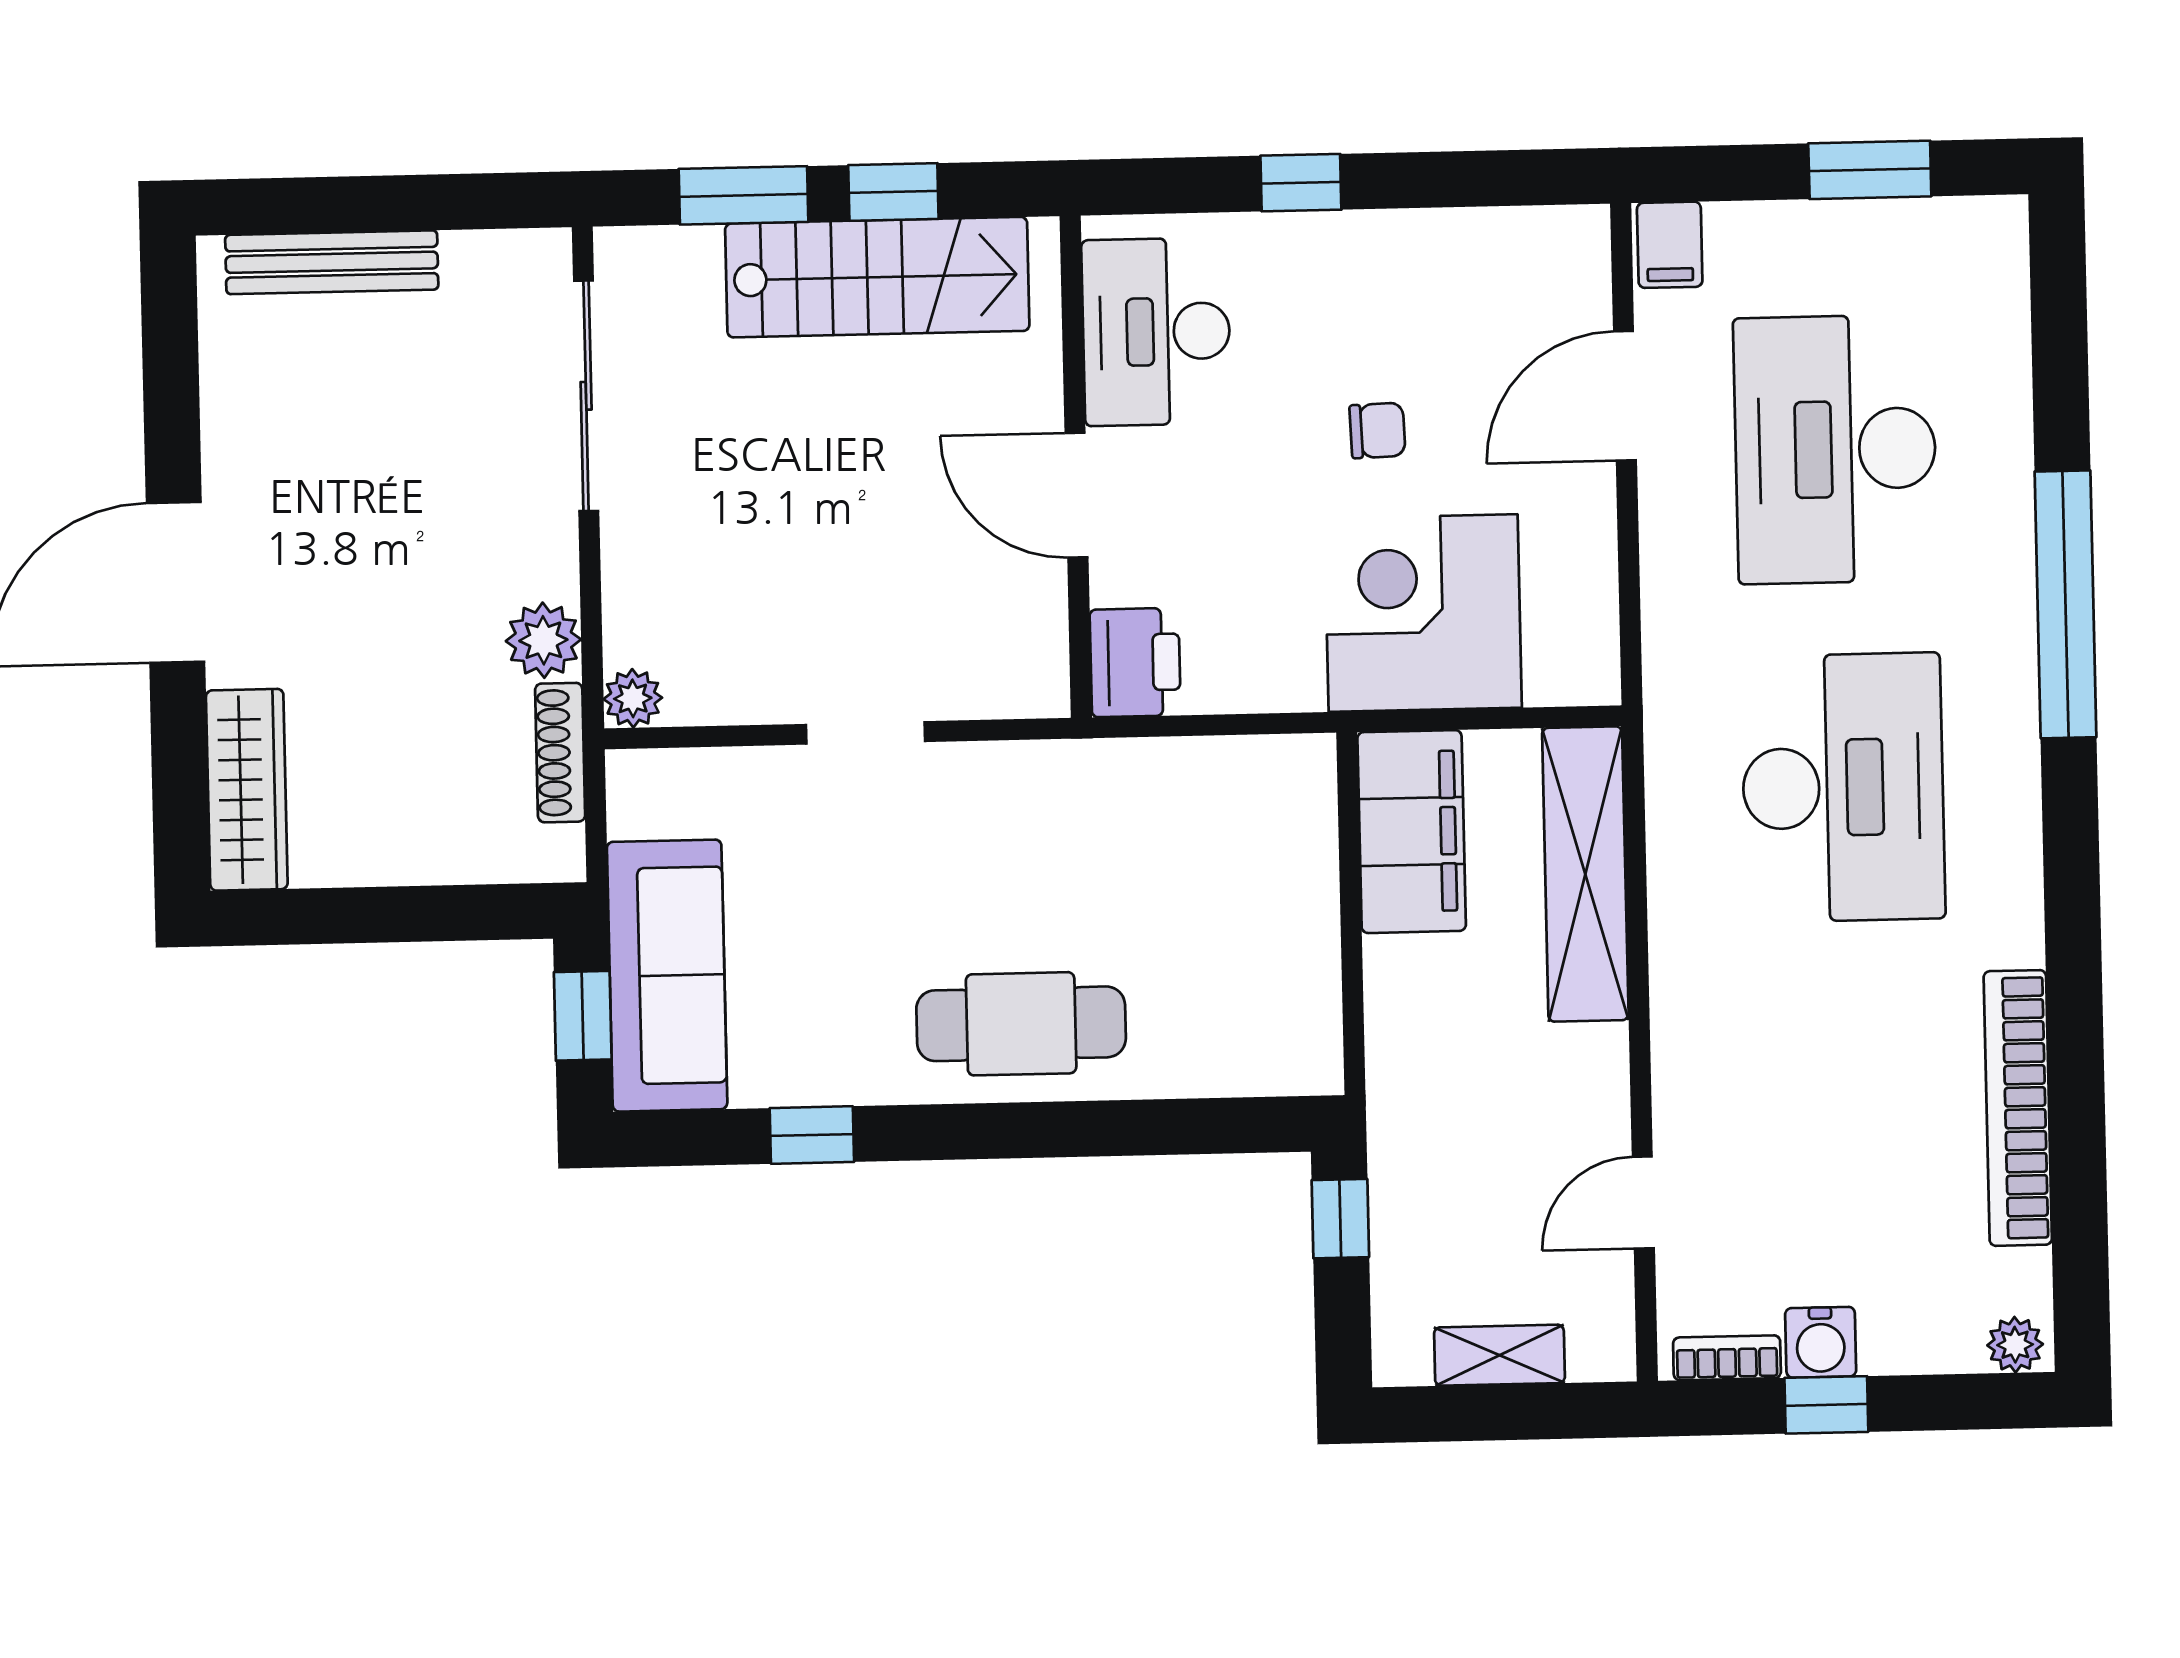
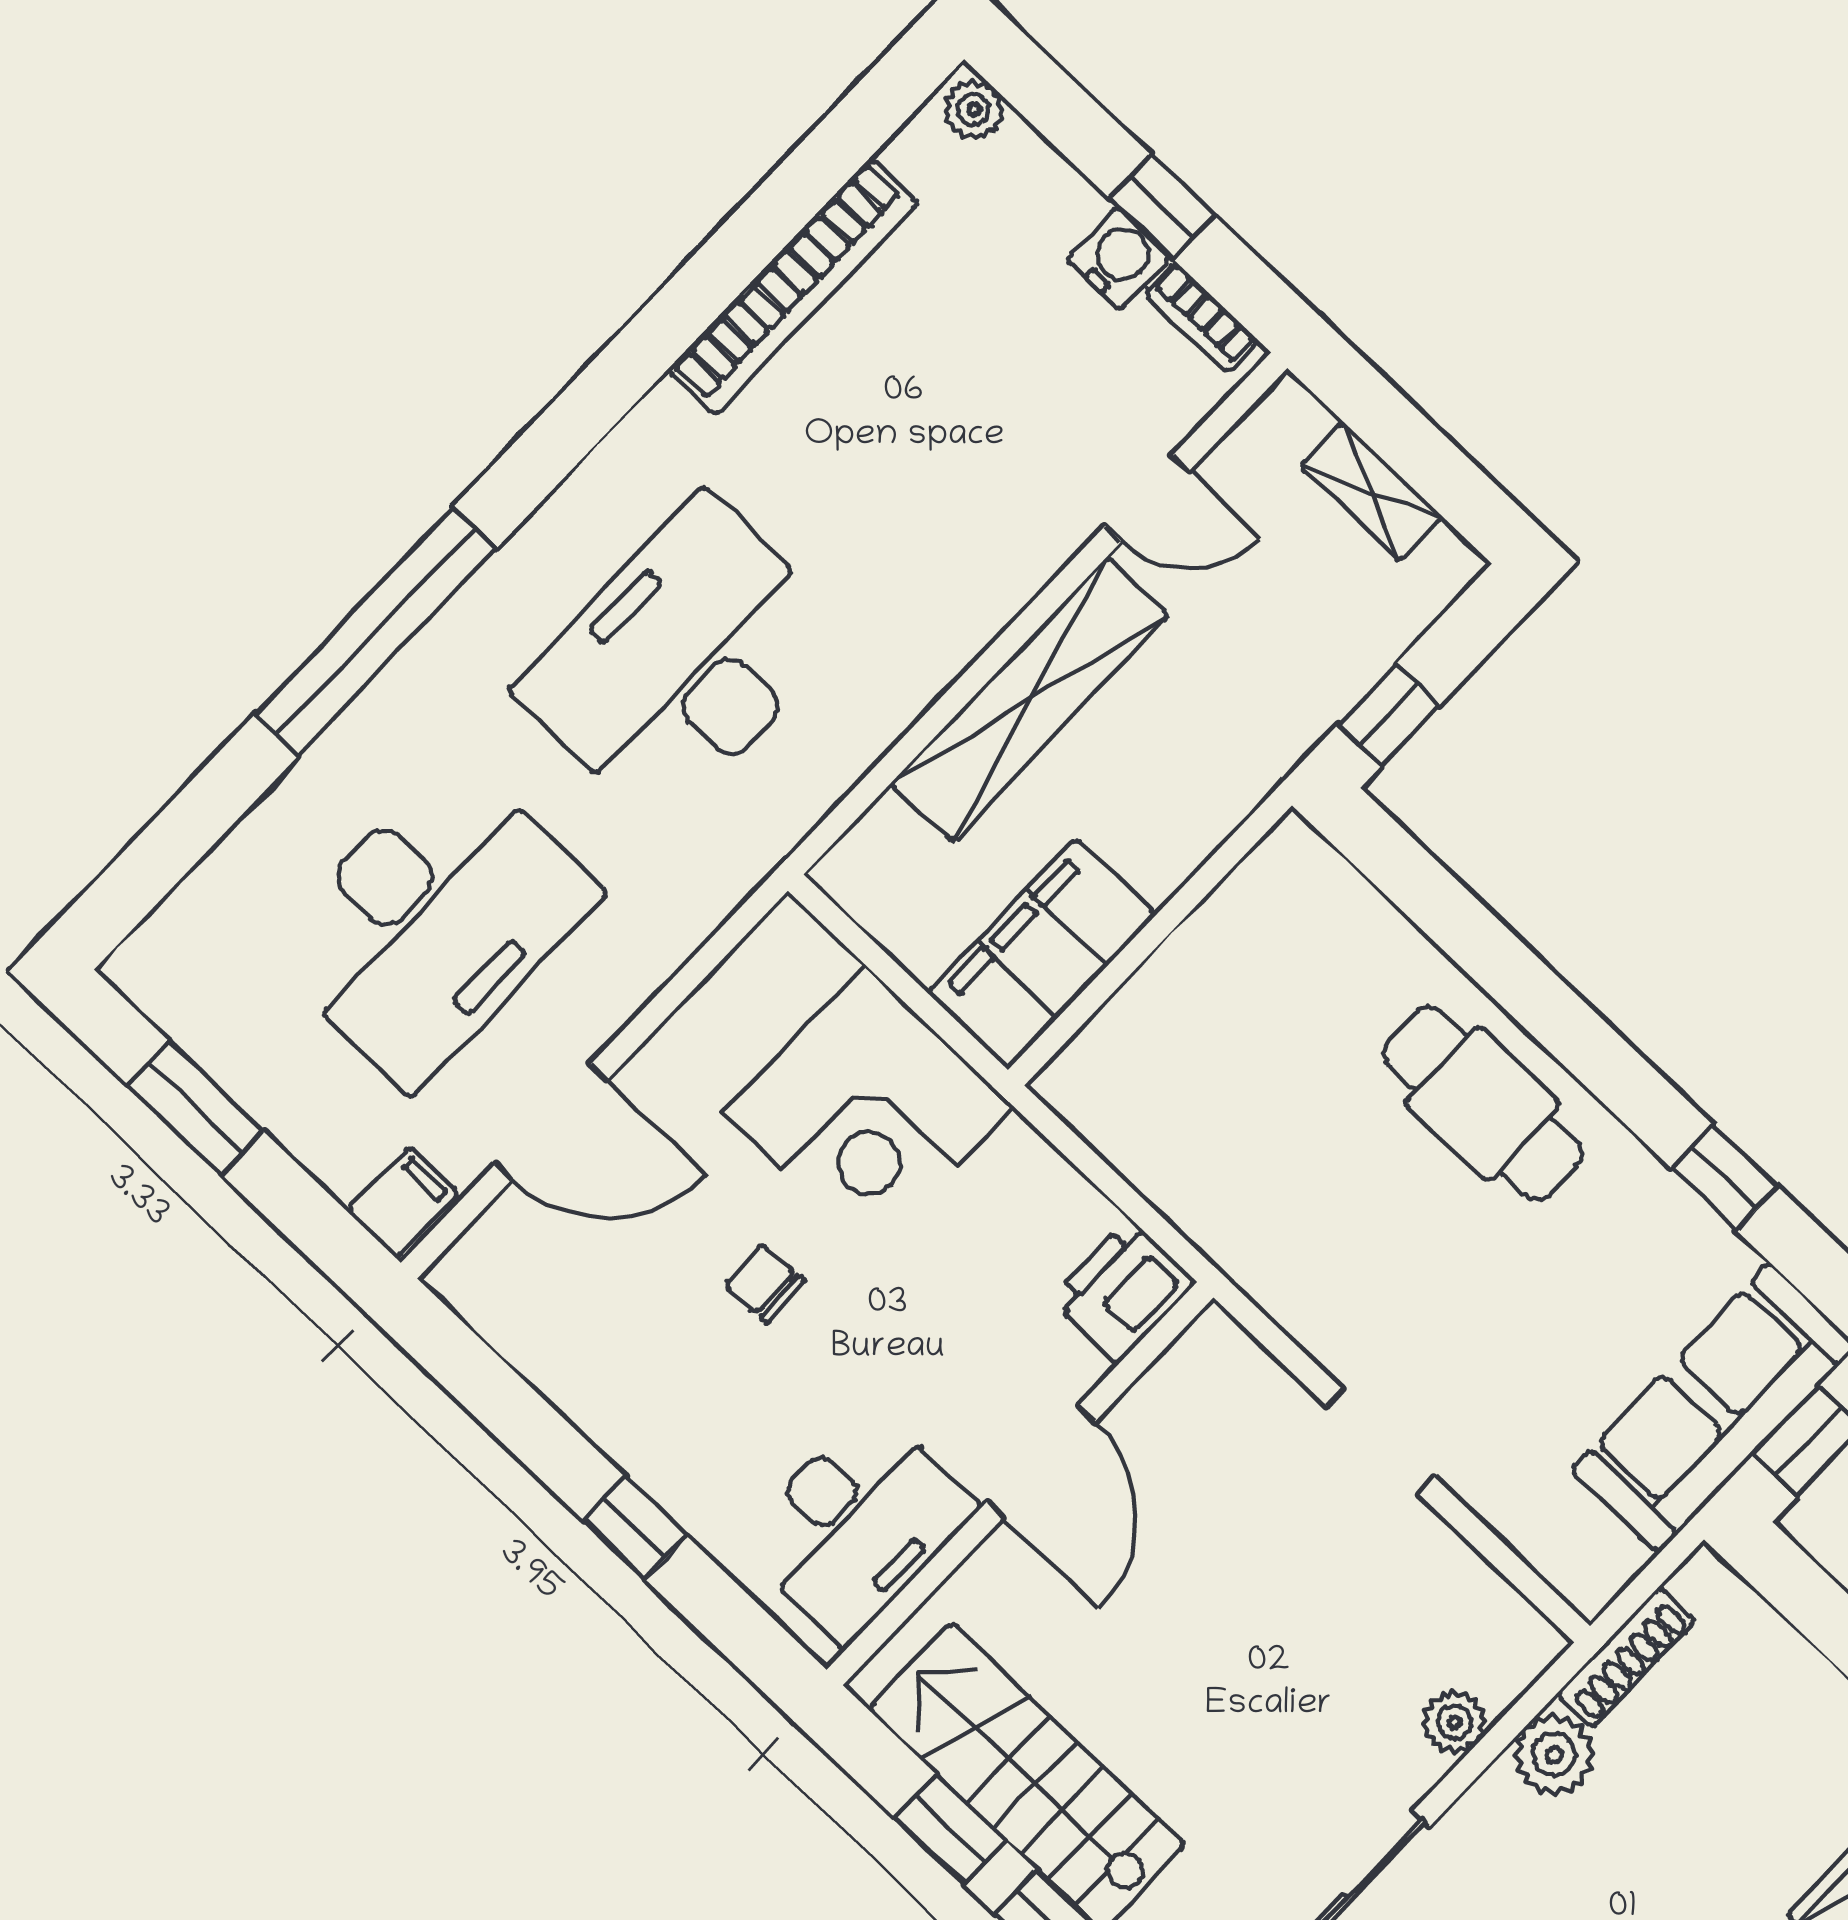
plant: (633, 698) -> (1455, 1722), moved
shelving: (1585, 874) -> (1030, 700), moved

